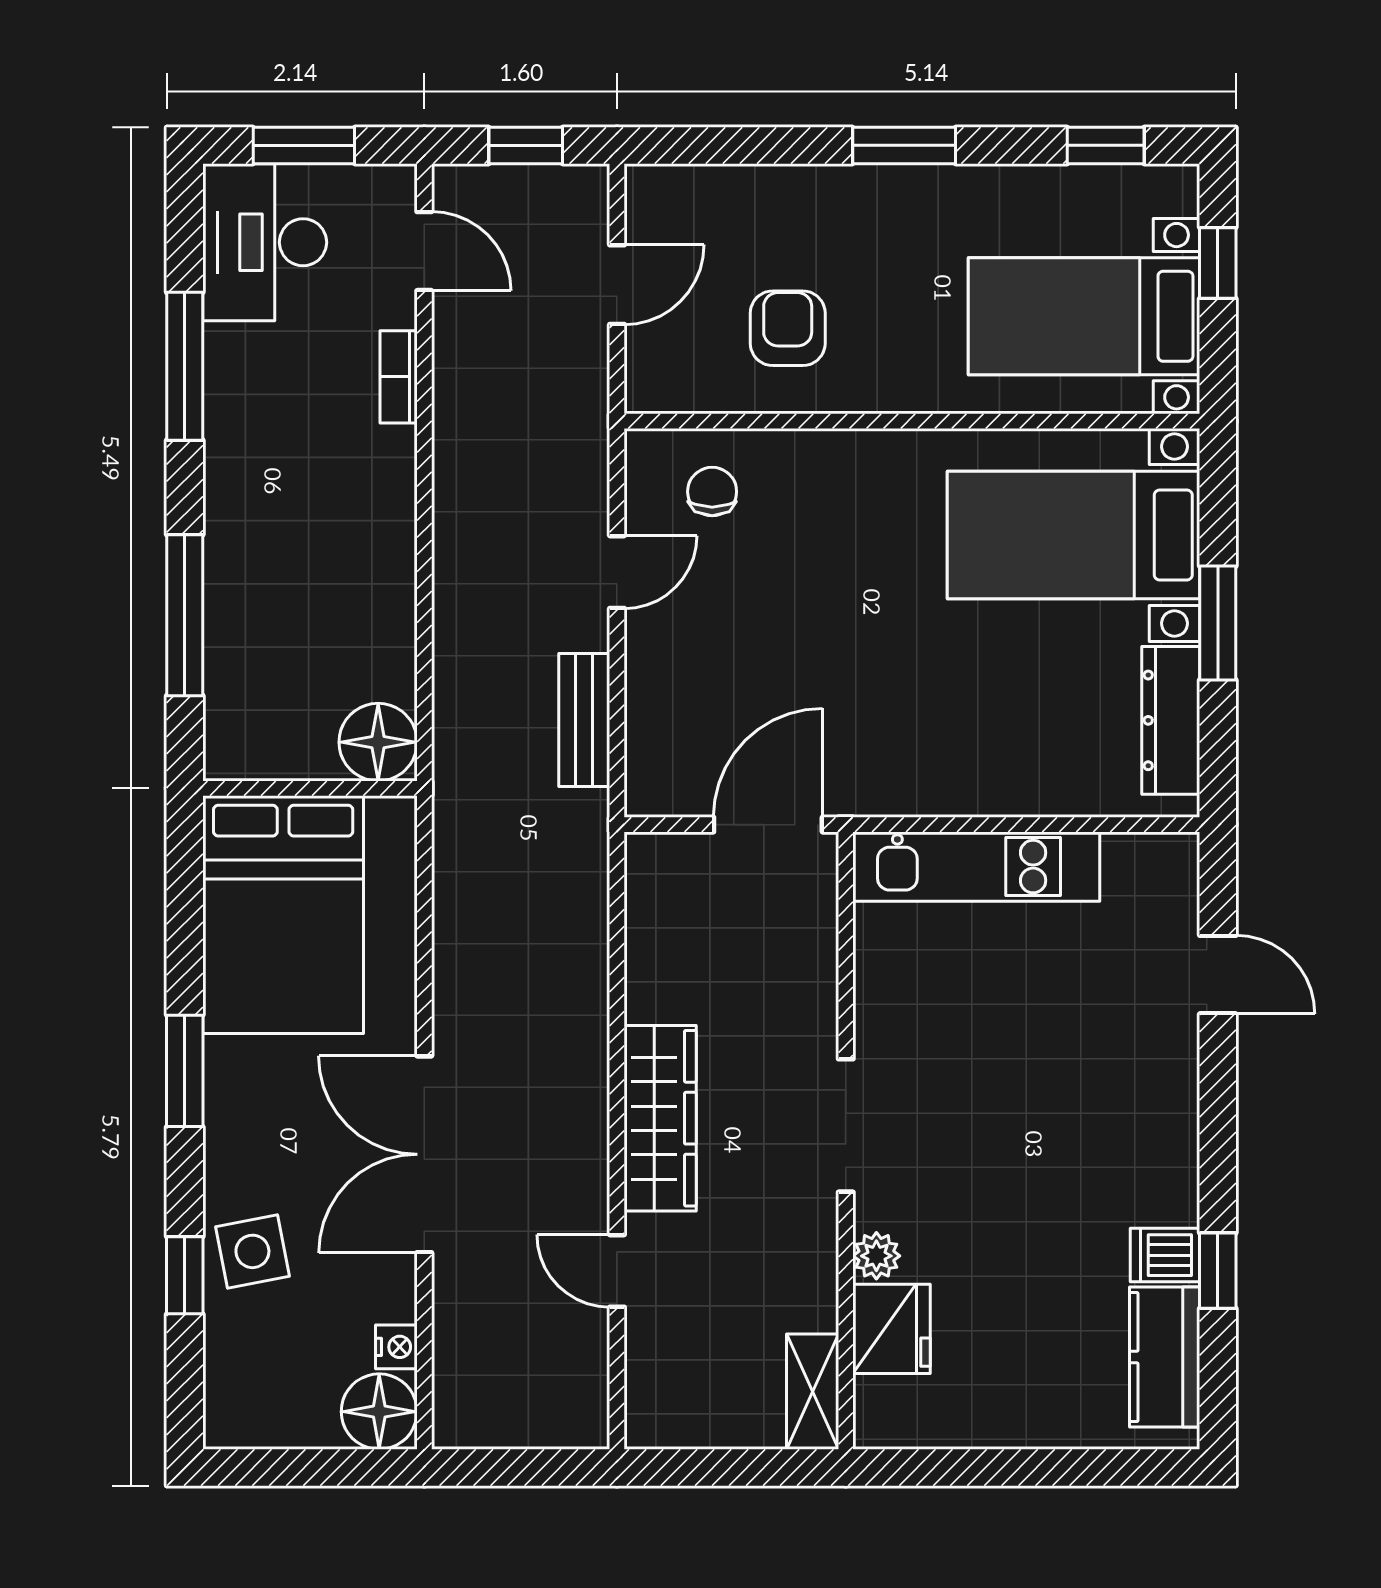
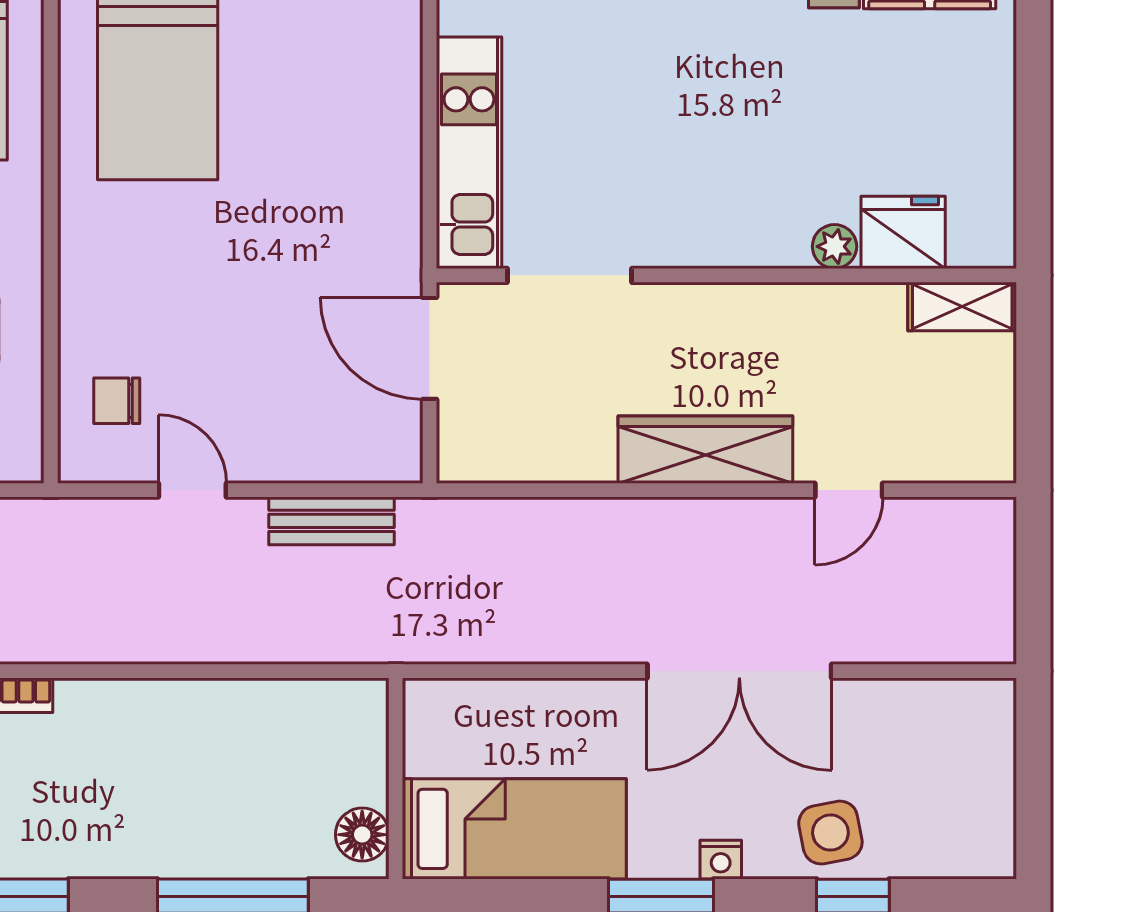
floor lamp: (378, 742) -> (362, 835), moved, width x0.73, depth x0.73
bed: (283, 915) -> (514, 829), width x0.67
doorway: (846, 1125) -> (570, 275), moved
nightstand: (396, 1347) -> (721, 860), moved, turned 180
floor lamp: (379, 1412) -> (981, 713), removed

